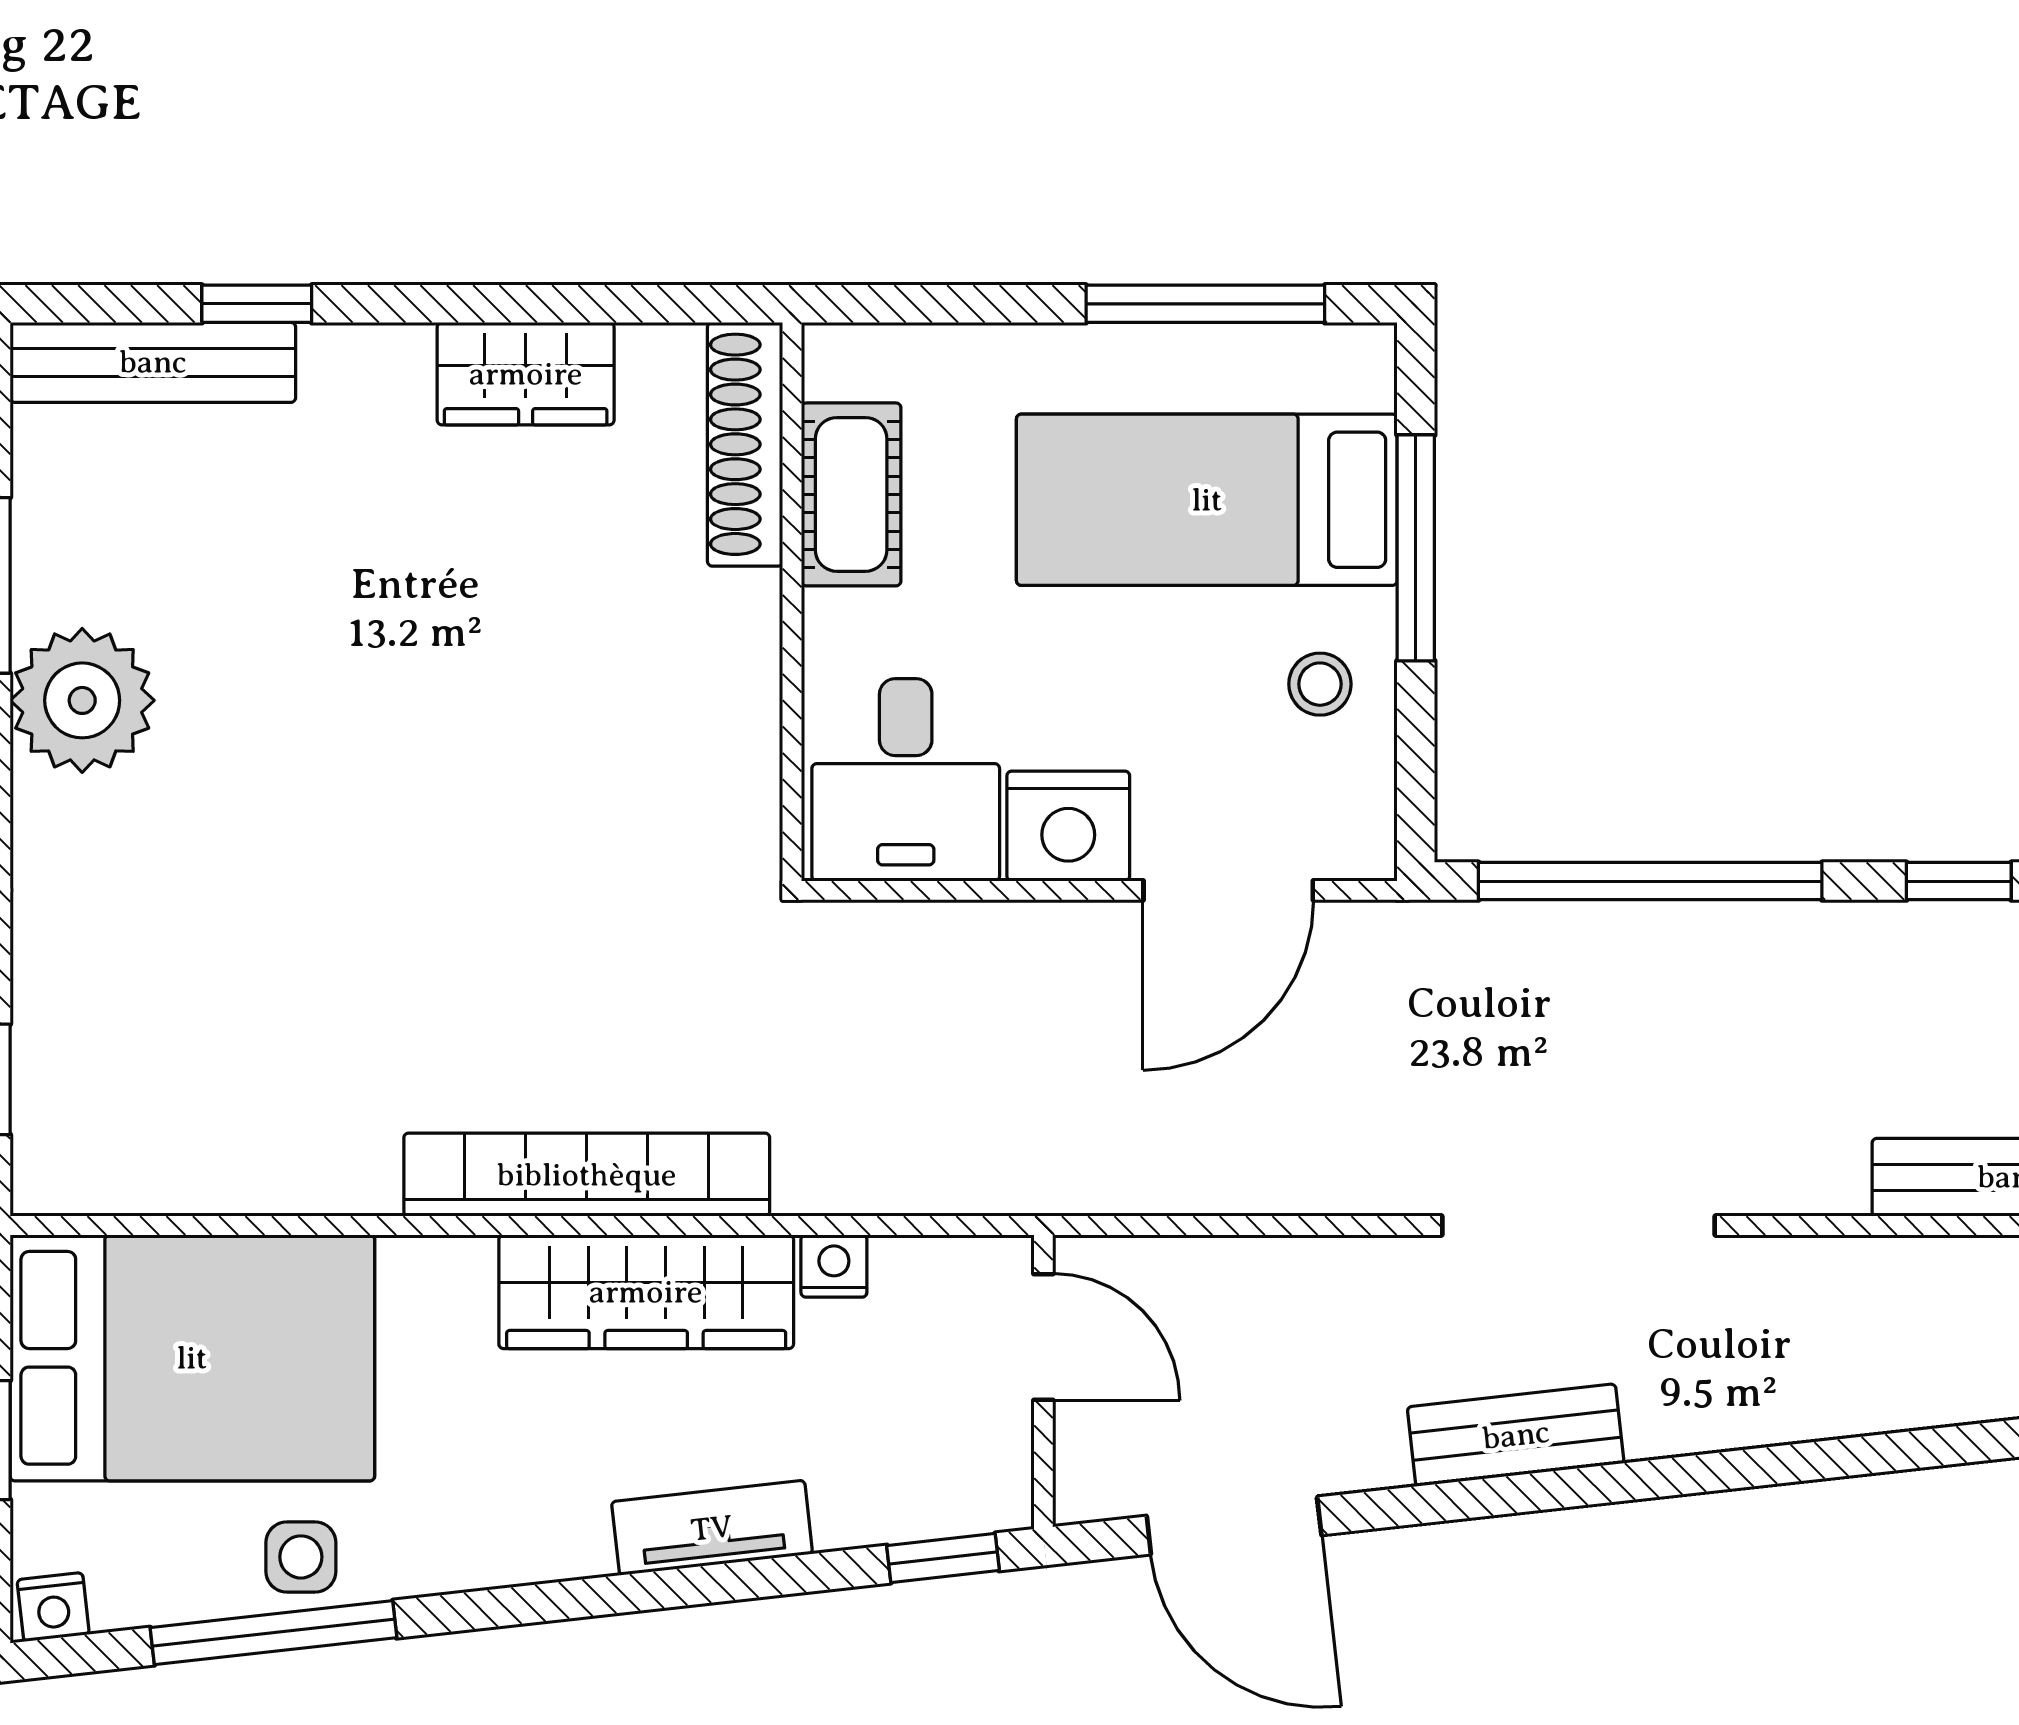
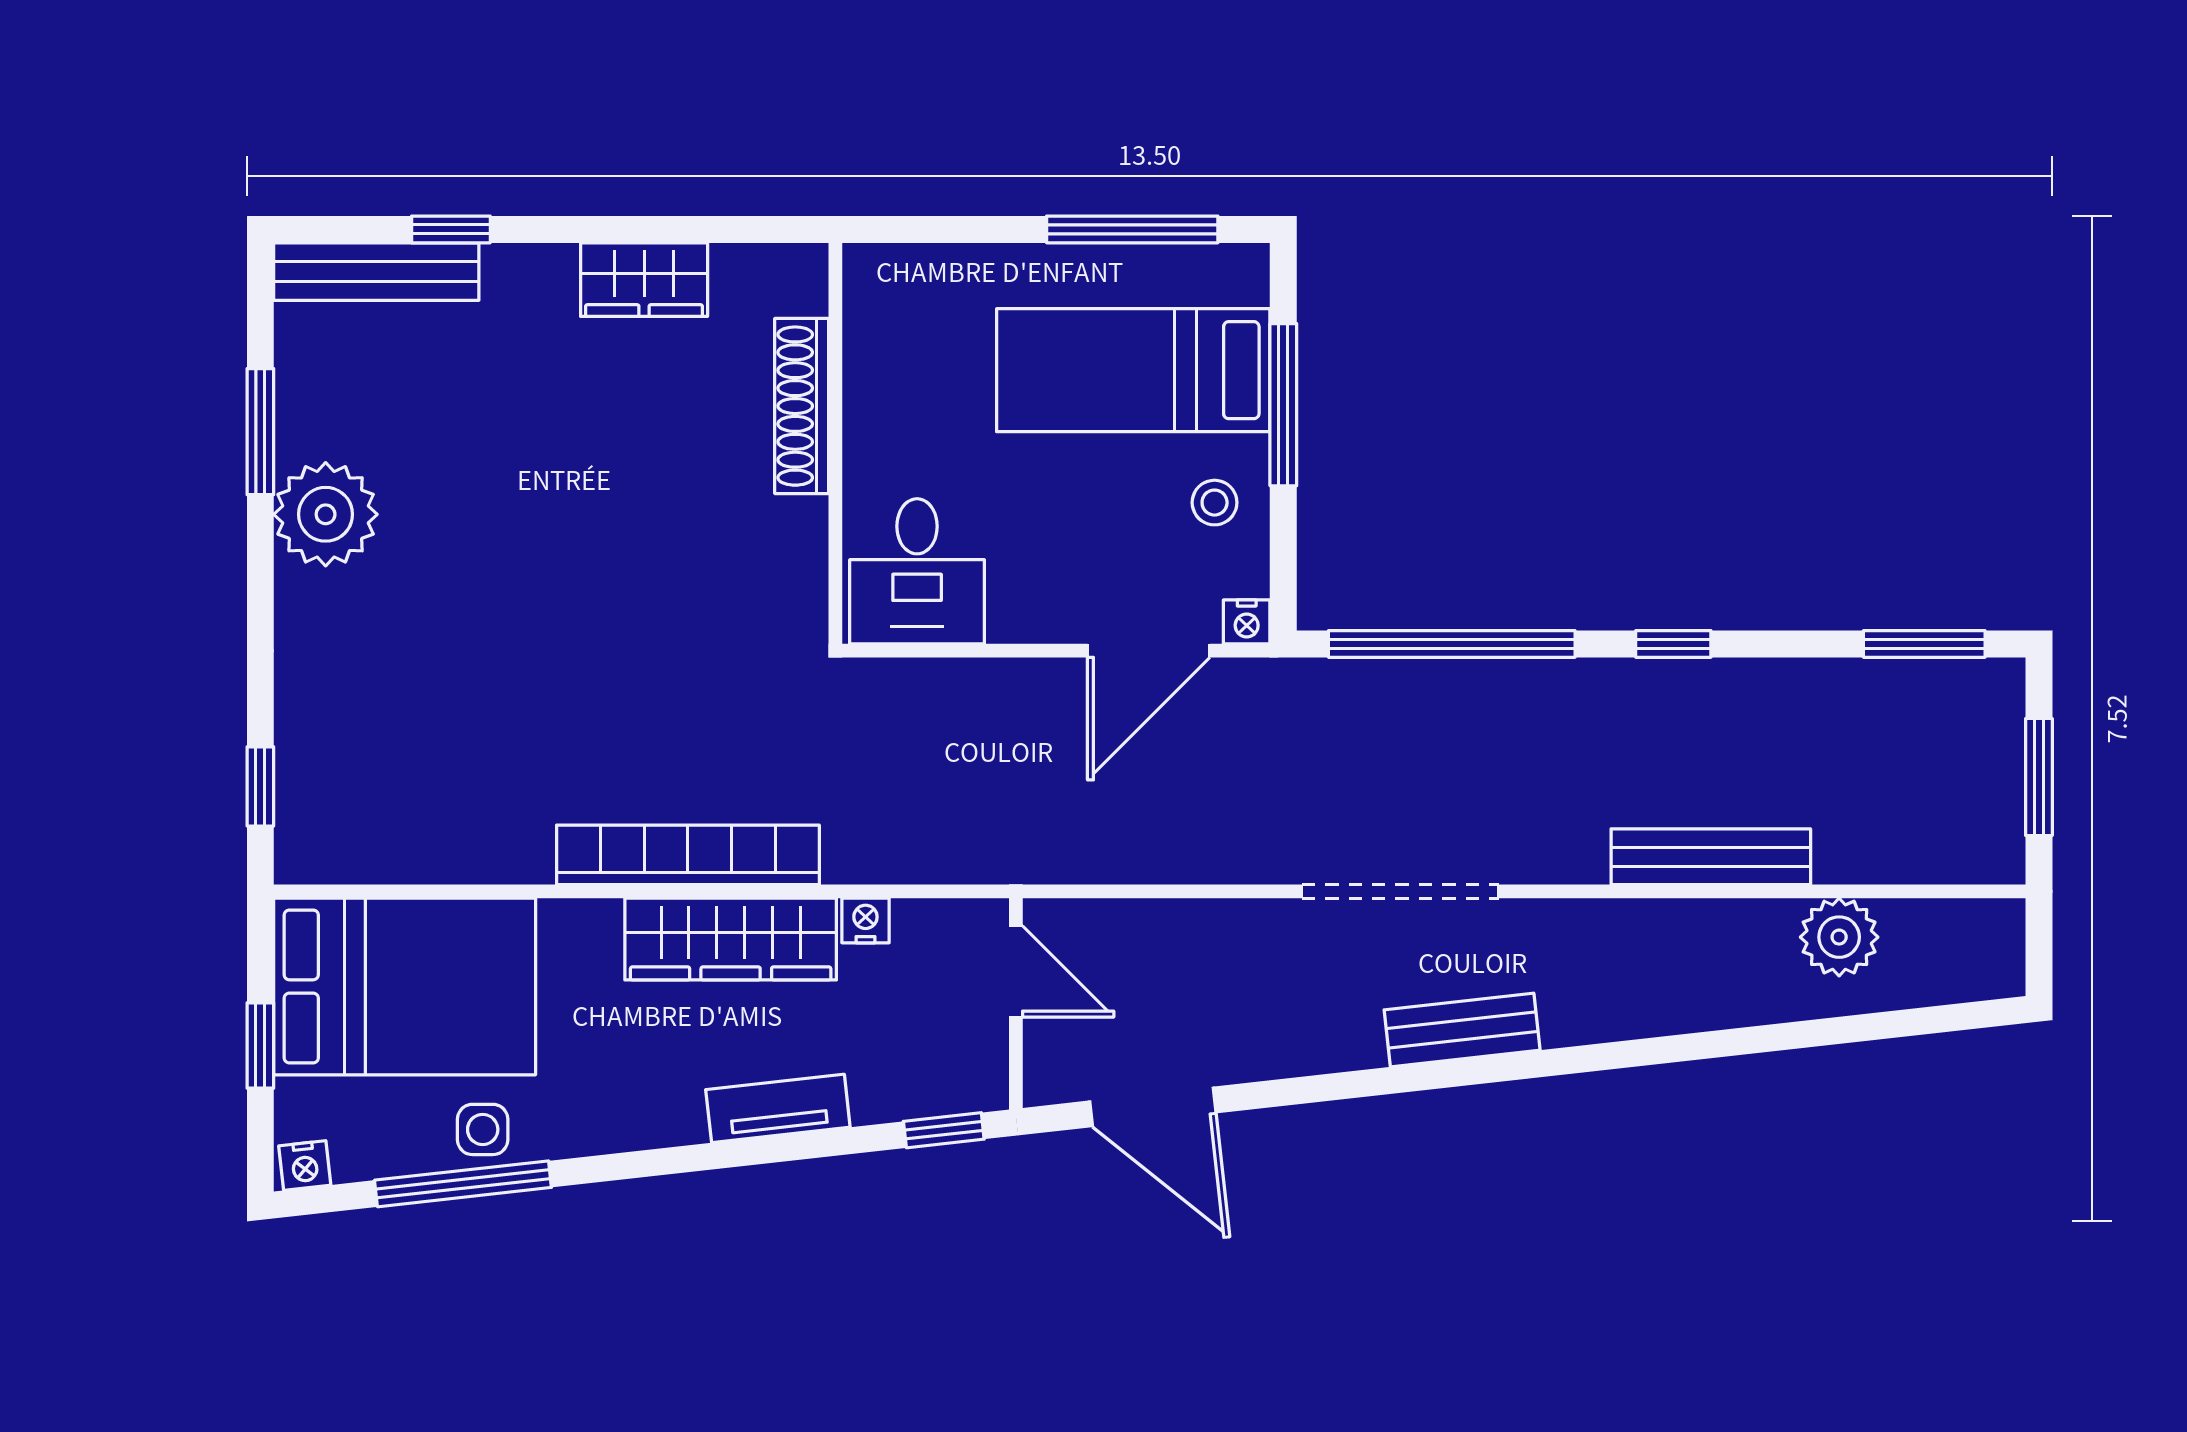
shoe rack: (745, 444) -> (802, 406), moved
cot: (851, 494) -> (878, 366), removed
nightstand: (1068, 826) -> (1247, 622), moved, width x0.53, depth x0.56
bench: (1516, 1435) -> (1462, 1030), moved

